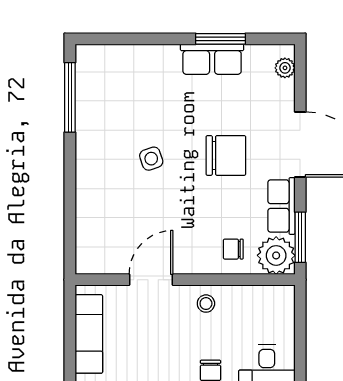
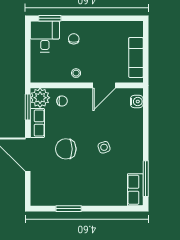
row of seats: (212, 59) -> (135, 190), moved, turned -90
plant: (285, 68) -> (36, 194), removed
water cooler: (87, 248) -> (137, 102), added

